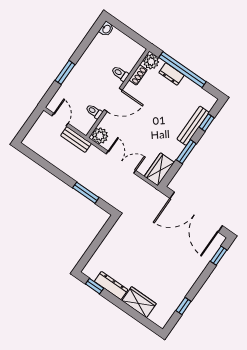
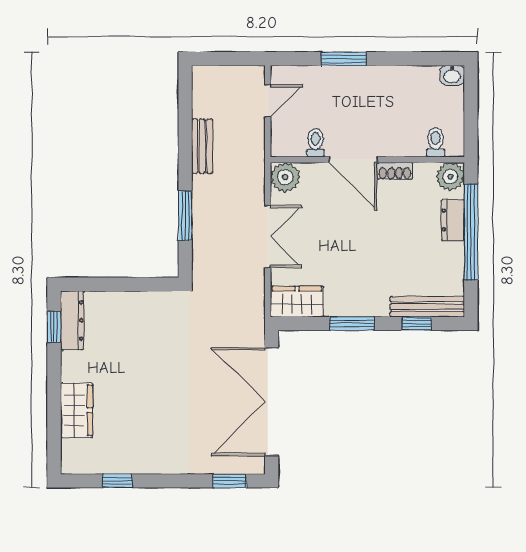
toilet: (120, 73) -> (436, 142), moved
shoe rack: (138, 75) -> (395, 171), moved
bench: (193, 126) -> (427, 307), moved
bench: (76, 139) -> (202, 146), moved
dresser: (111, 286) -> (72, 320), moved

